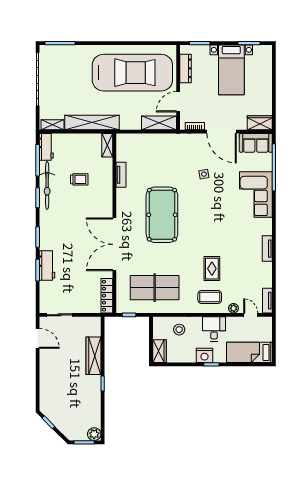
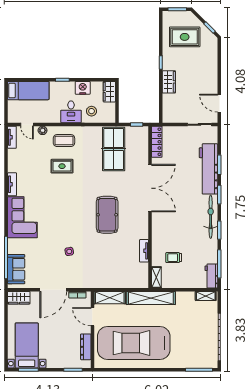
bed with nightstands: (231, 70) -> (27, 345), moved
door: (178, 102) -> (92, 317), swing flipped
shelving: (92, 122) -> (151, 298), moved
door: (222, 132) -> (53, 290), swing flipped
sofa: (256, 143) -> (16, 269), moved, turned 90
trolley: (79, 179) -> (174, 258), moved
bicycle: (47, 185) -> (211, 217), moved
corner sofa: (256, 194) -> (22, 217), moved
pool table: (162, 215) -> (107, 215), width x0.73, depth x0.76
workbench: (47, 266) -> (209, 169), width x1.88, depth x1.32
rug: (212, 269) -> (62, 166), turned 90
table tennis table: (155, 288) -> (114, 149), turned 90
desk: (214, 329) -> (71, 112), moved
nightstand: (204, 355) -> (83, 88), moved
wardrobe: (93, 356) -> (169, 82), width x0.67
rug: (76, 412) -> (185, 37), added
plant: (94, 434) -> (168, 17), removed

